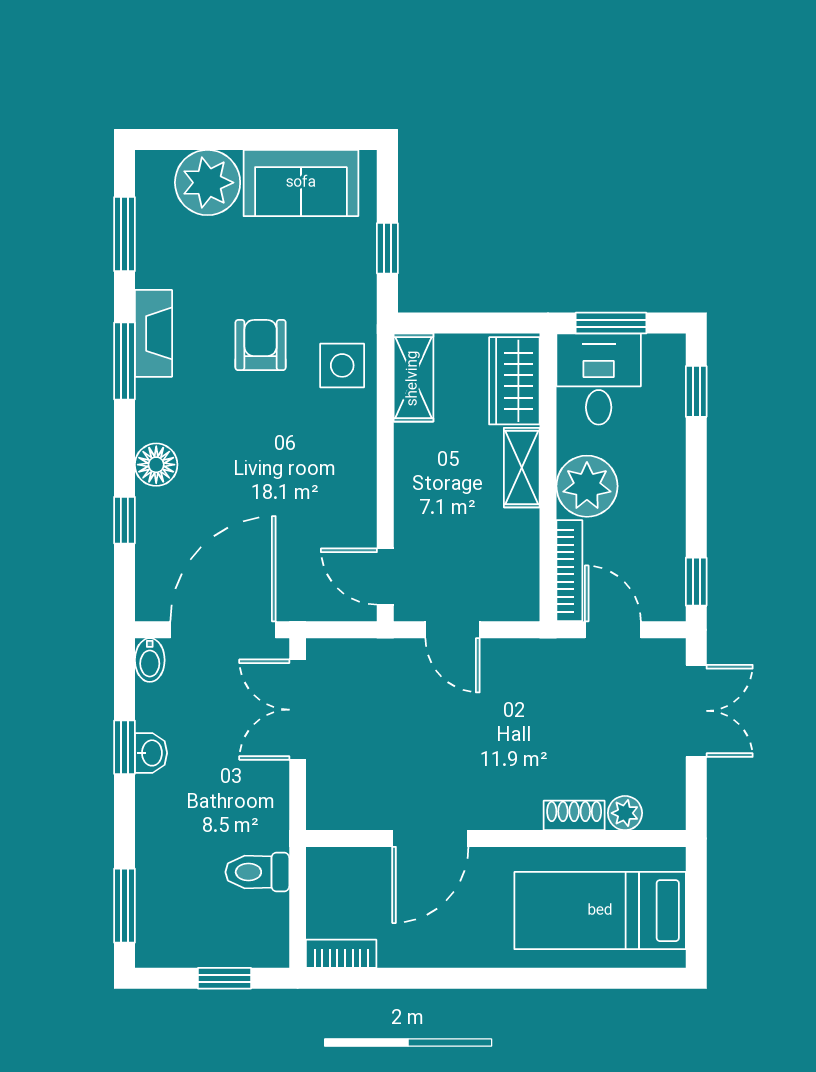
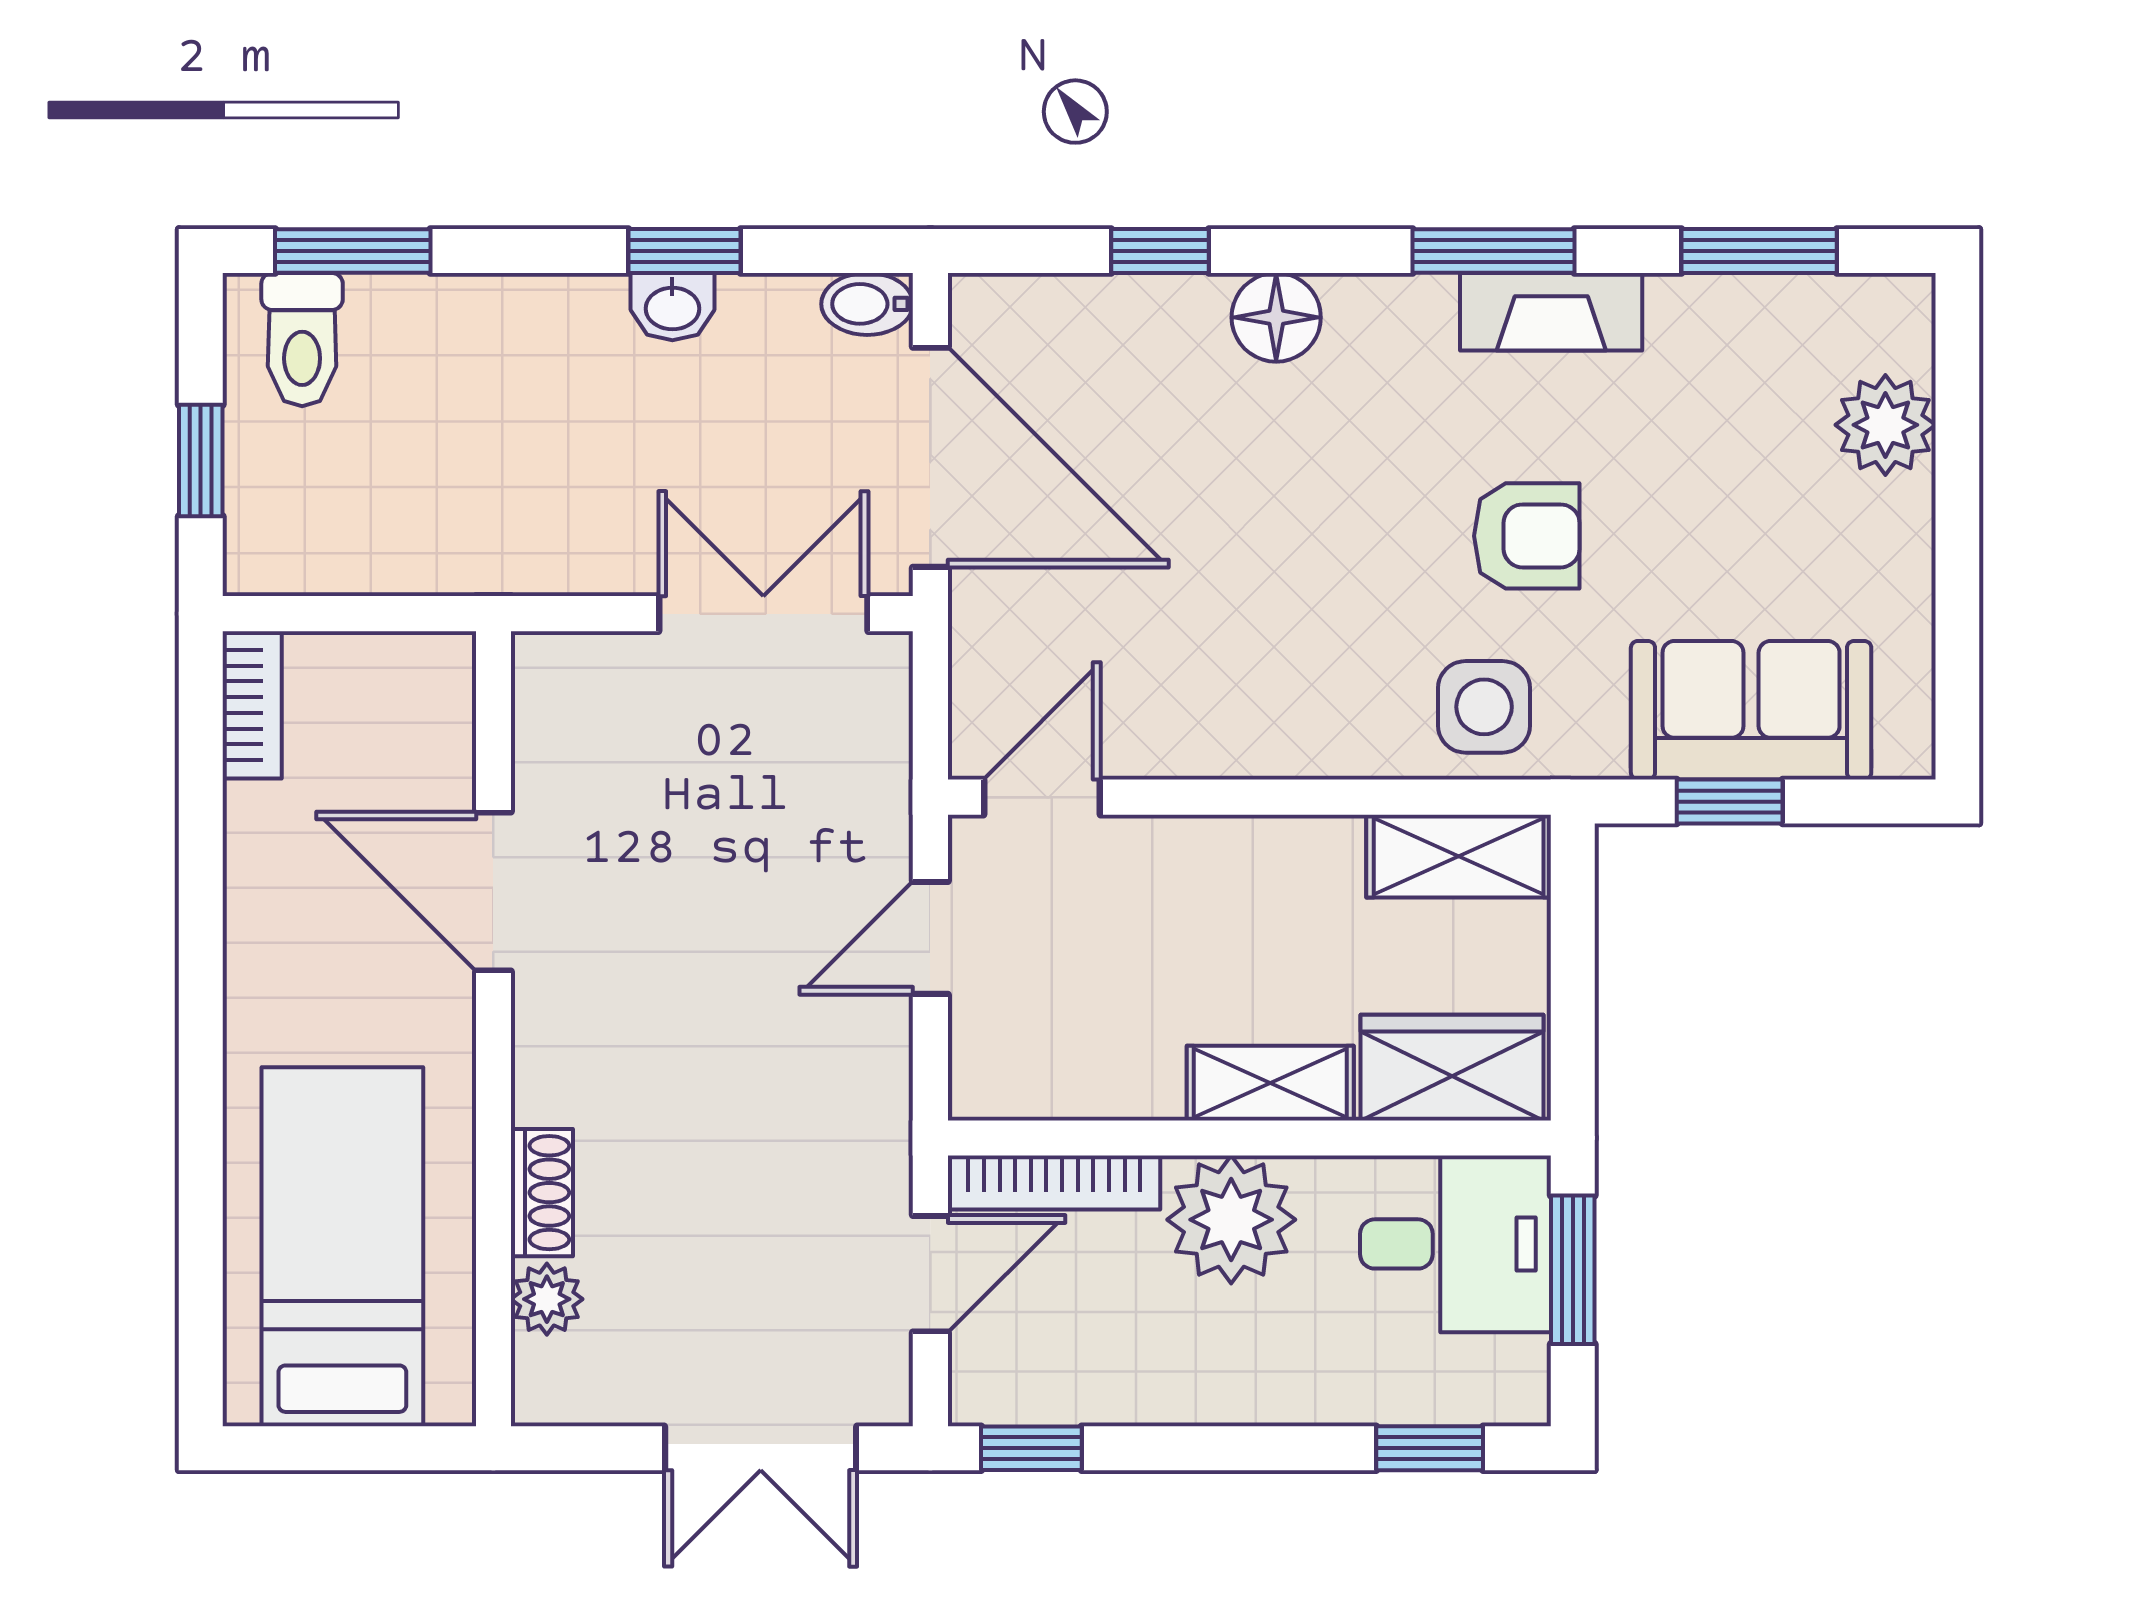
plant: (208, 183) -> (1885, 425), width x0.73, depth x0.73
sofa: (301, 183) -> (1751, 710), moved, turned 90
toilet: (257, 872) -> (302, 340), moved, turned 180

